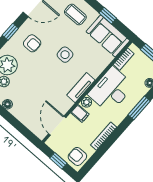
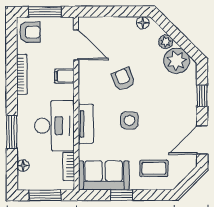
armchair: (32, 43) -> (123, 79), moved, turned 69
tv unit: (81, 88) -> (86, 124), moved
plant: (87, 102) -> (68, 93), removed
window: (58, 161) -> (45, 12), width x1.50

